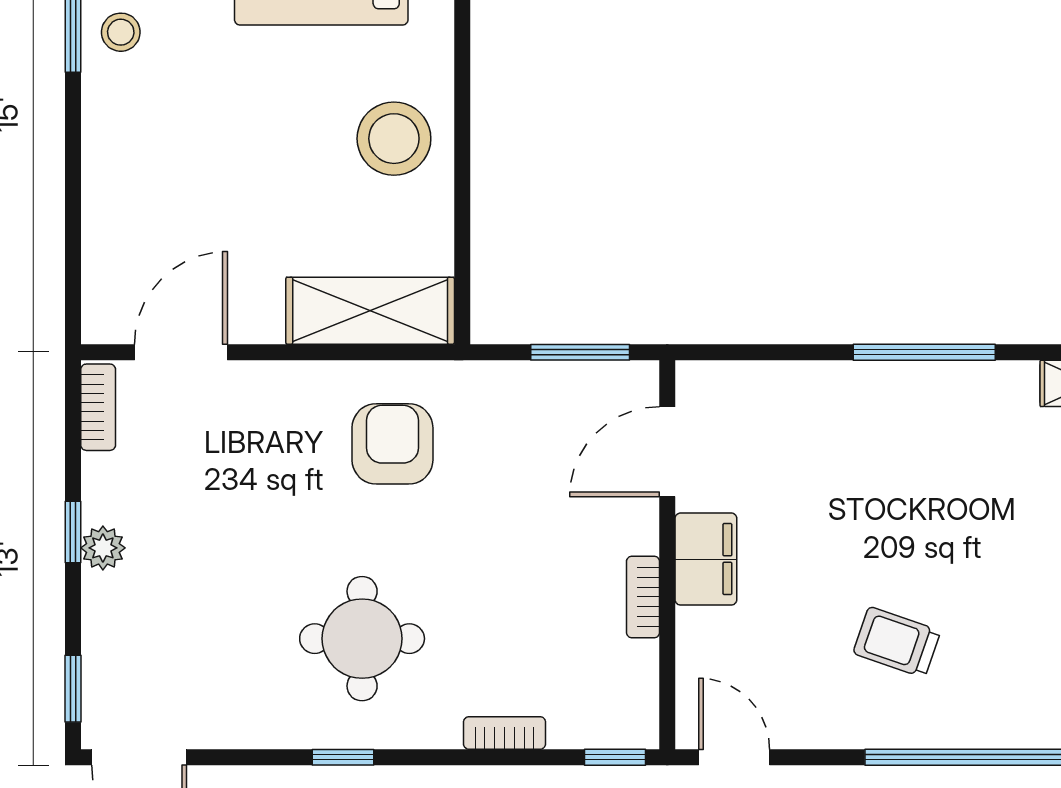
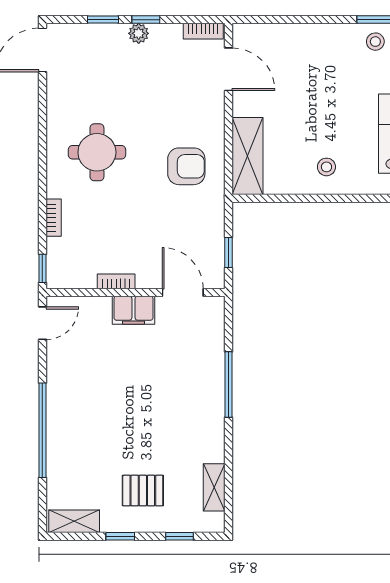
stool: (394, 139) -> (326, 167), width x0.53, depth x0.53
window: (580, 352) -> (228, 252), width x0.67
window: (924, 352) -> (228, 384), moved
trolley: (897, 642) -> (95, 398), removed
window: (73, 689) -> (103, 20), moved
window: (343, 757) -> (42, 144), removed

